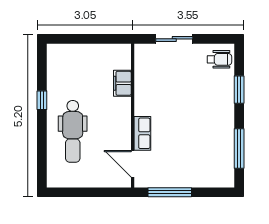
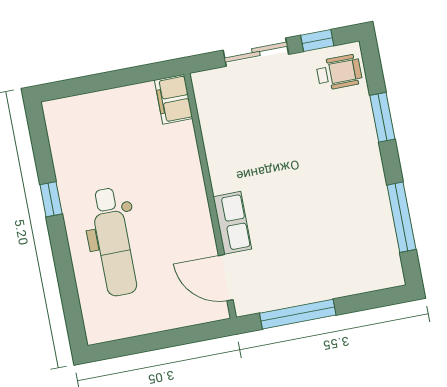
window: (210, 39) -> (317, 40), added
filing cabinet: (122, 83) -> (174, 99), moved

